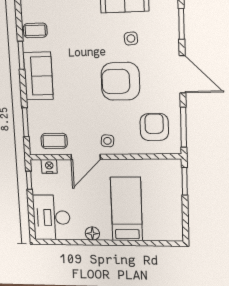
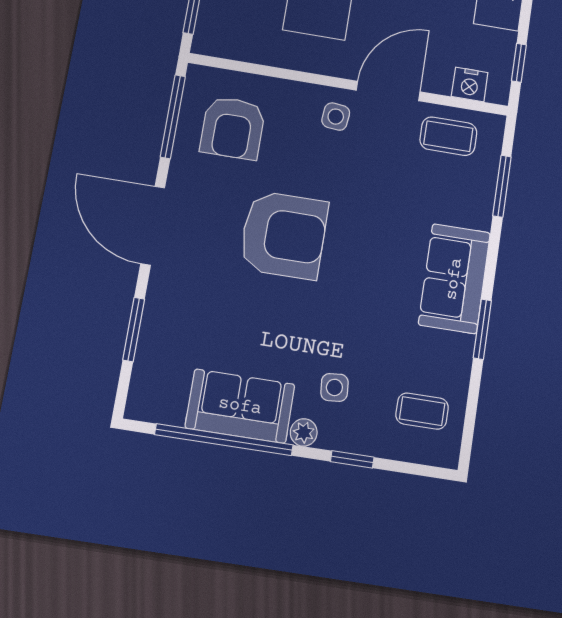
coffee table: (35, 30) -> (422, 411), moved
side table: (131, 38) -> (334, 387), moved

